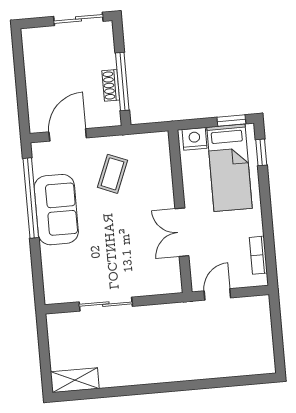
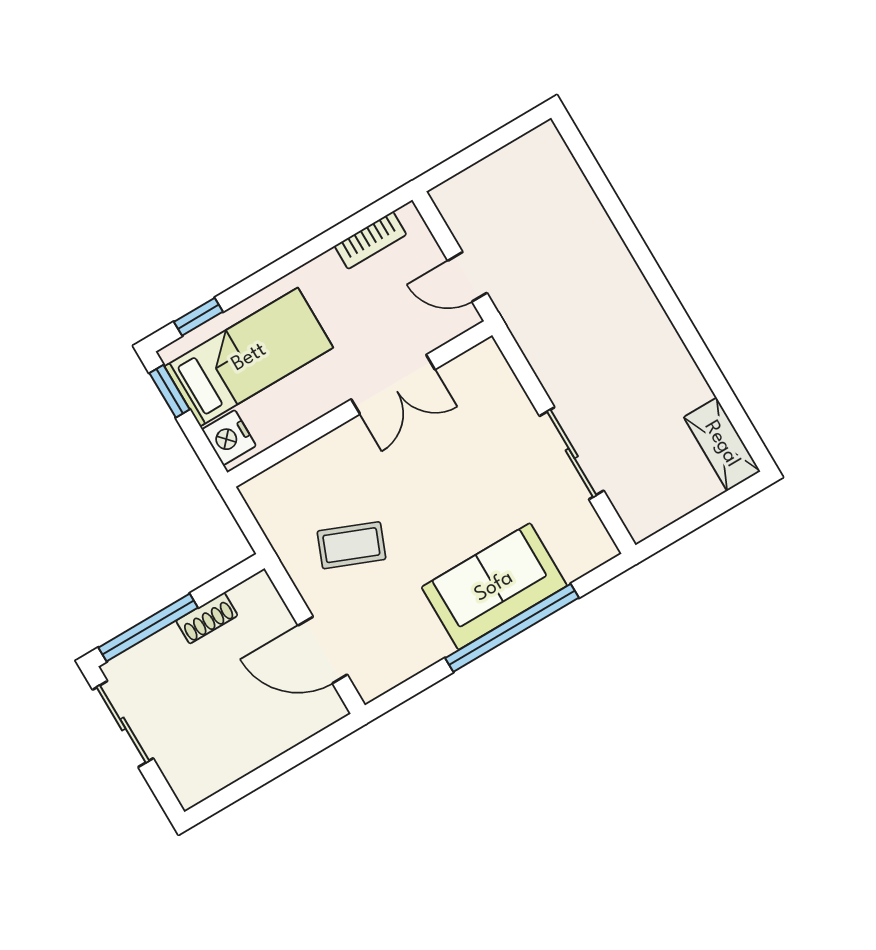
window: (122, 81) -> (148, 628), moved
window: (31, 198) -> (512, 628), moved
sofa: (56, 210) -> (494, 586), moved

